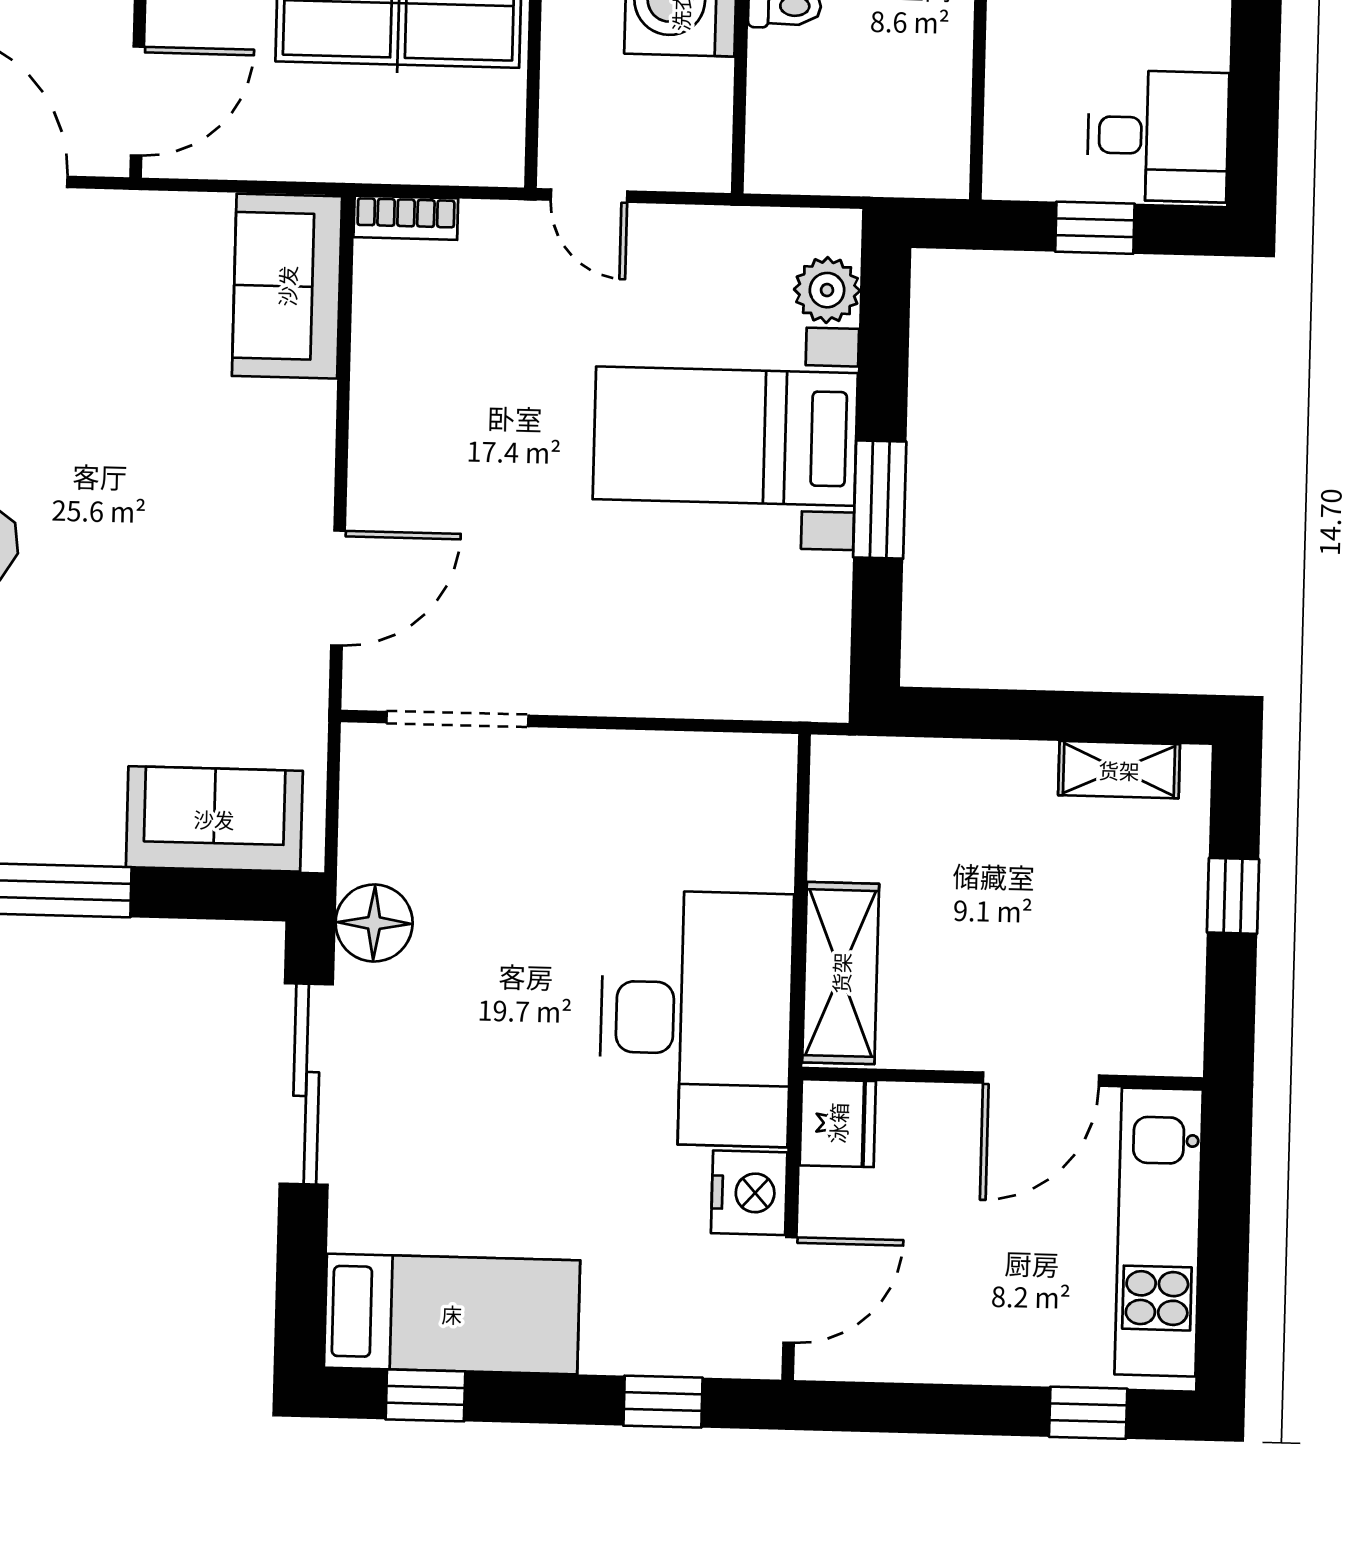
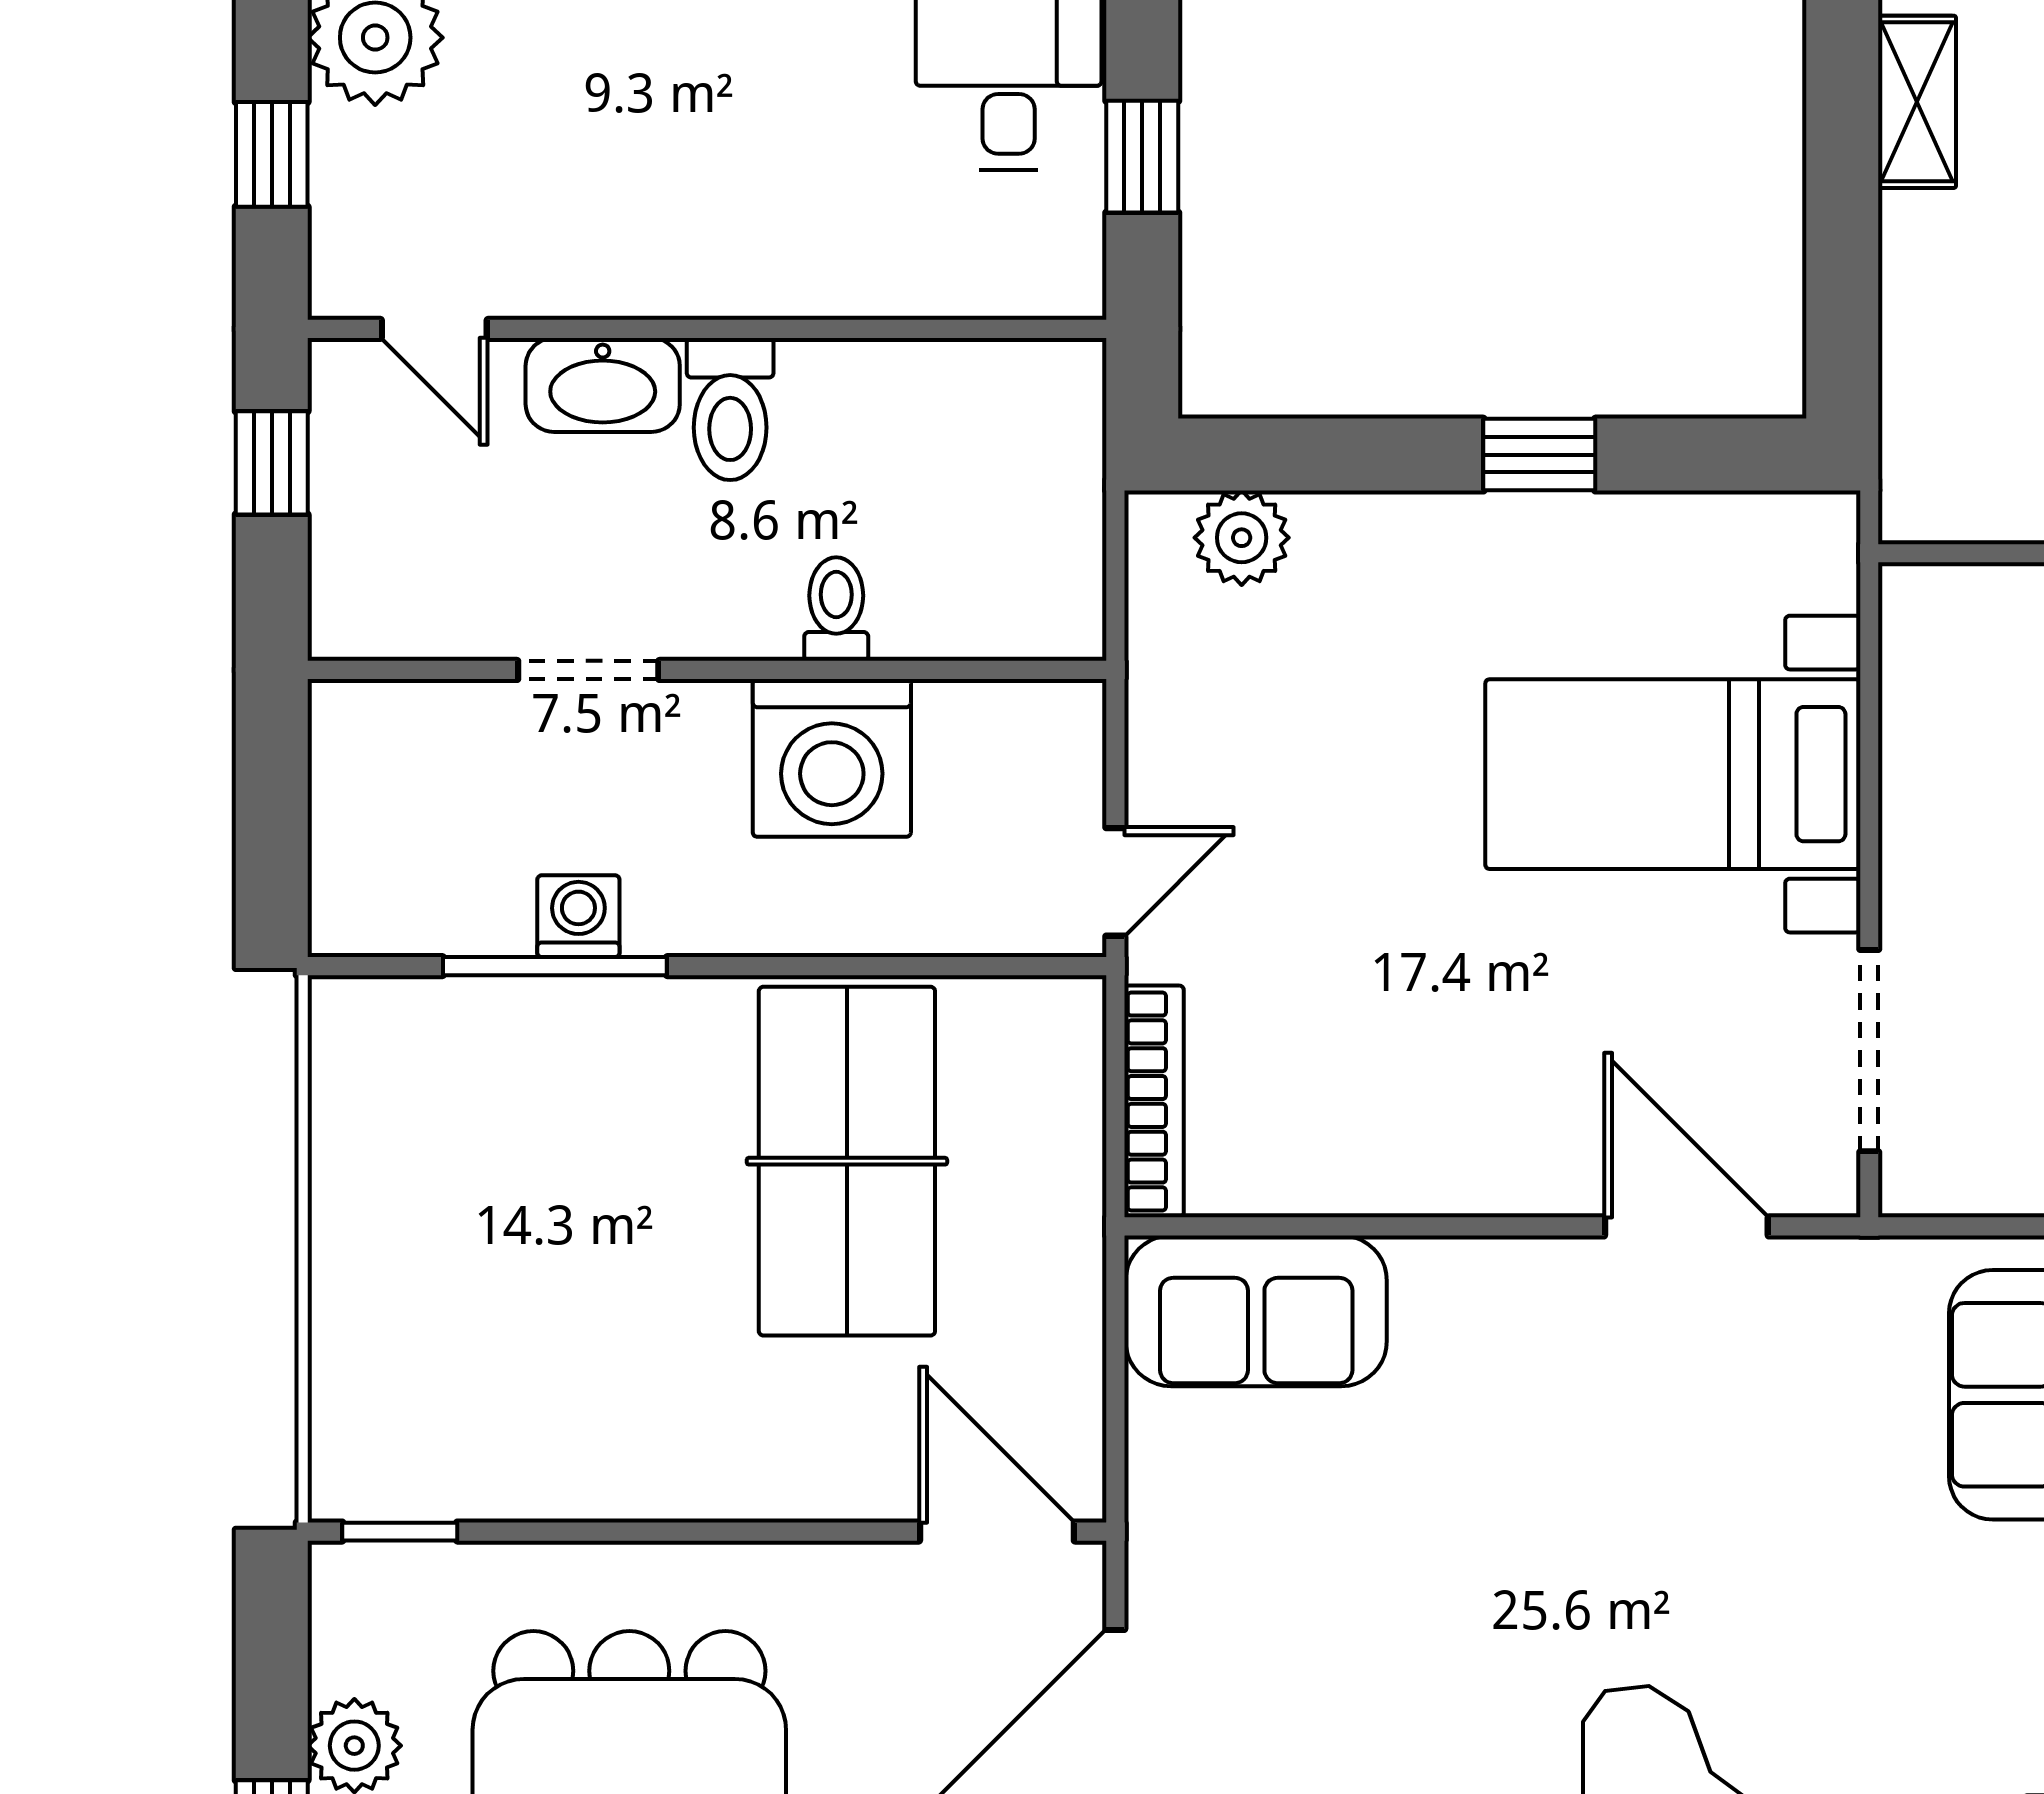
bookcase: (406, 218) -> (1154, 1101), width x1.56
bed with nightstands: (725, 436) -> (1673, 774), moved, turned 90
window: (880, 499) -> (1539, 455), width x0.67

